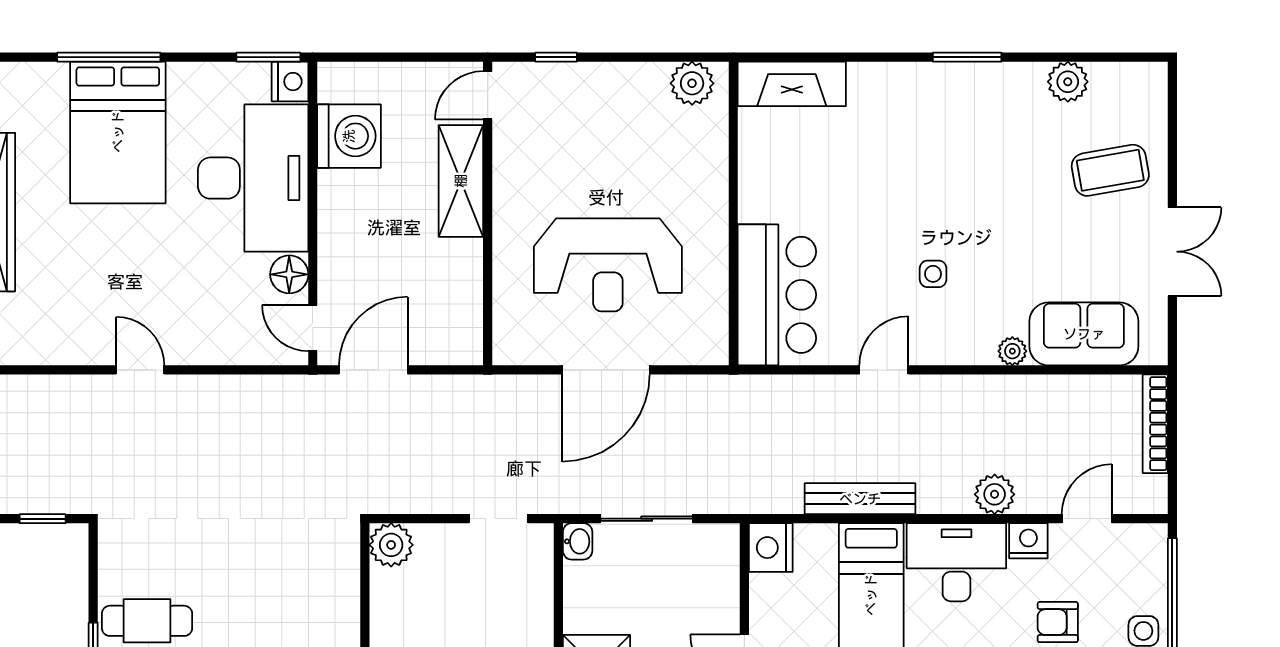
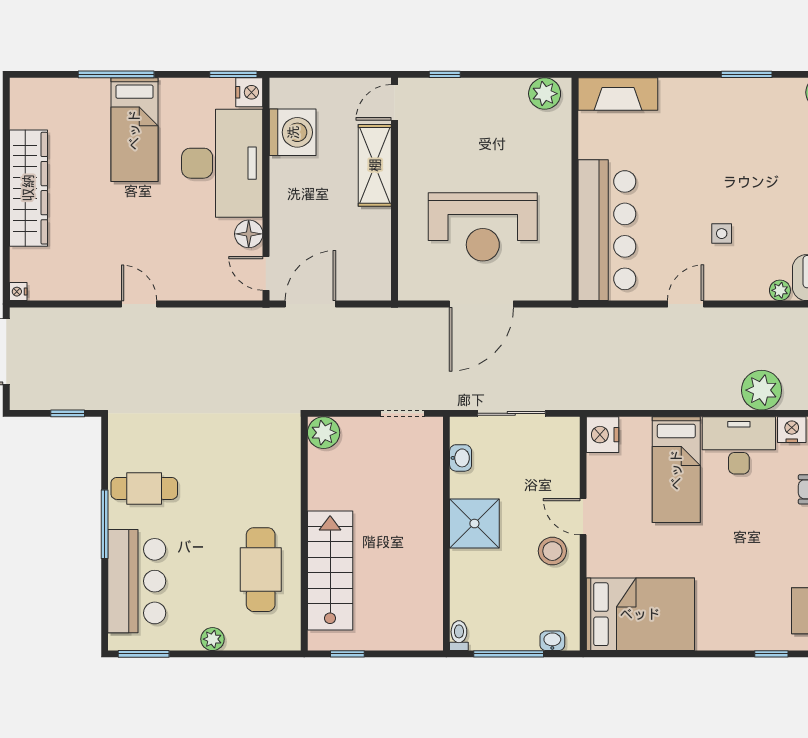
bed: (118, 132) -> (134, 130), width x0.67
bar counter: (777, 295) -> (607, 230), width x1.36
plant: (995, 494) -> (762, 390), width x1.36, depth x1.36
bench: (860, 499) -> (668, 399), removed
washbasin: (578, 541) -> (461, 458), moved

